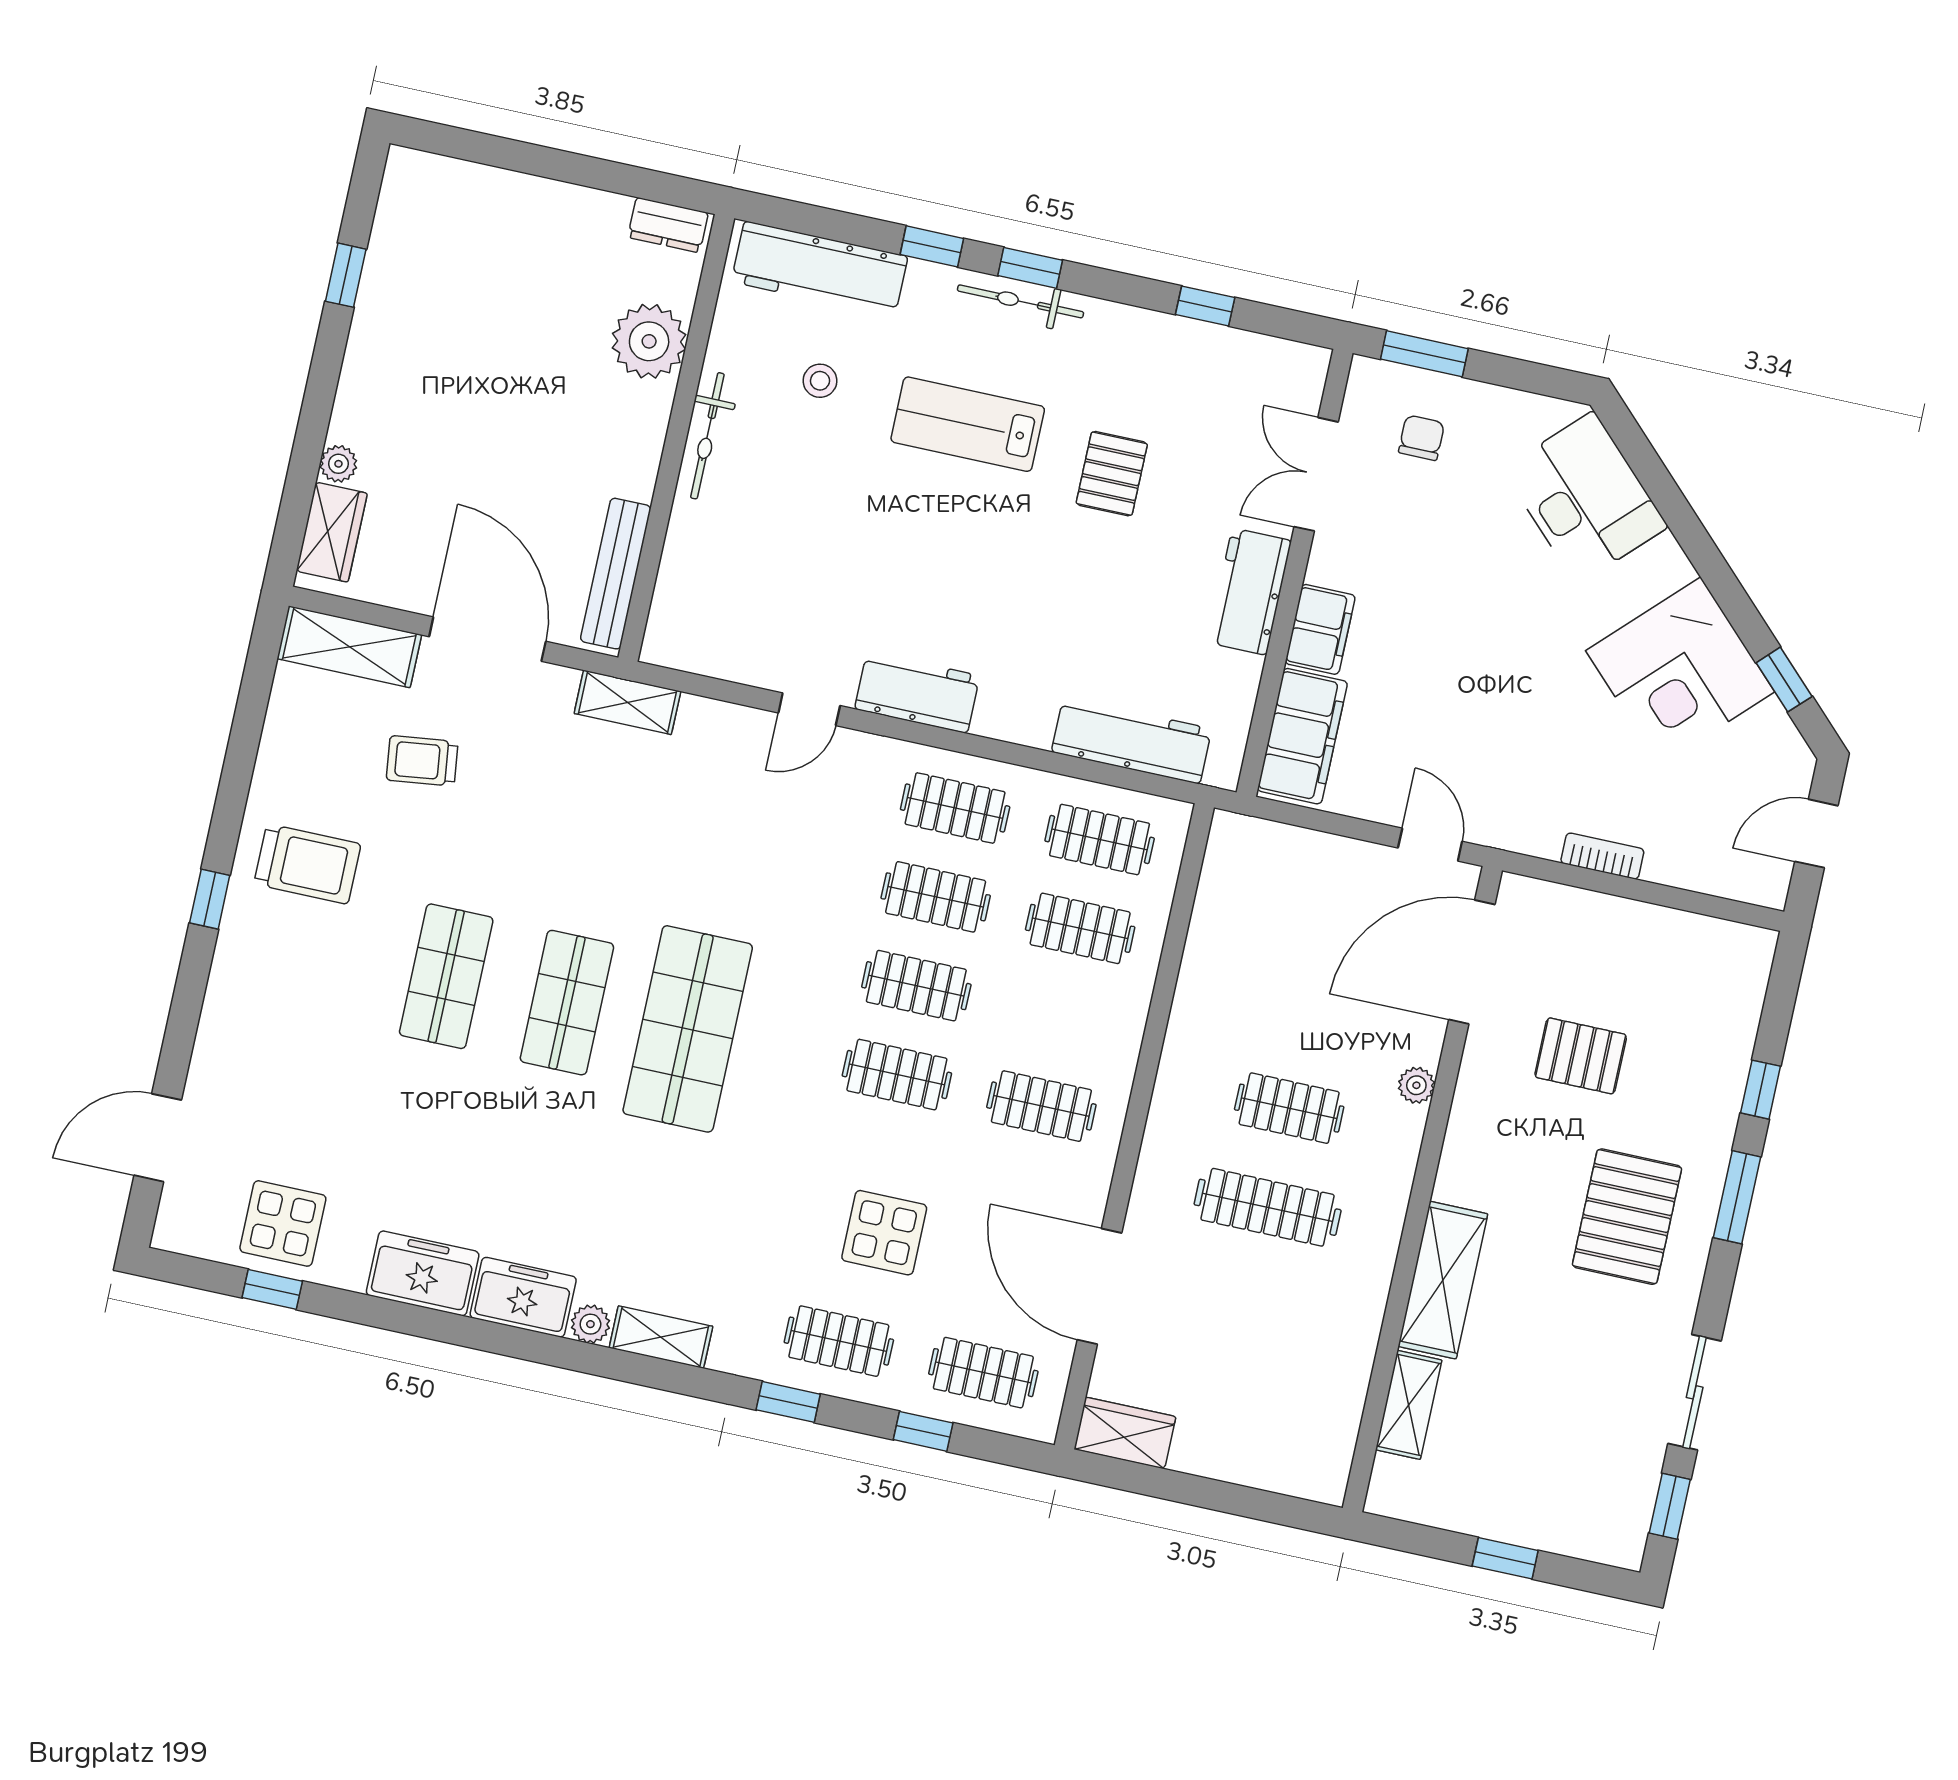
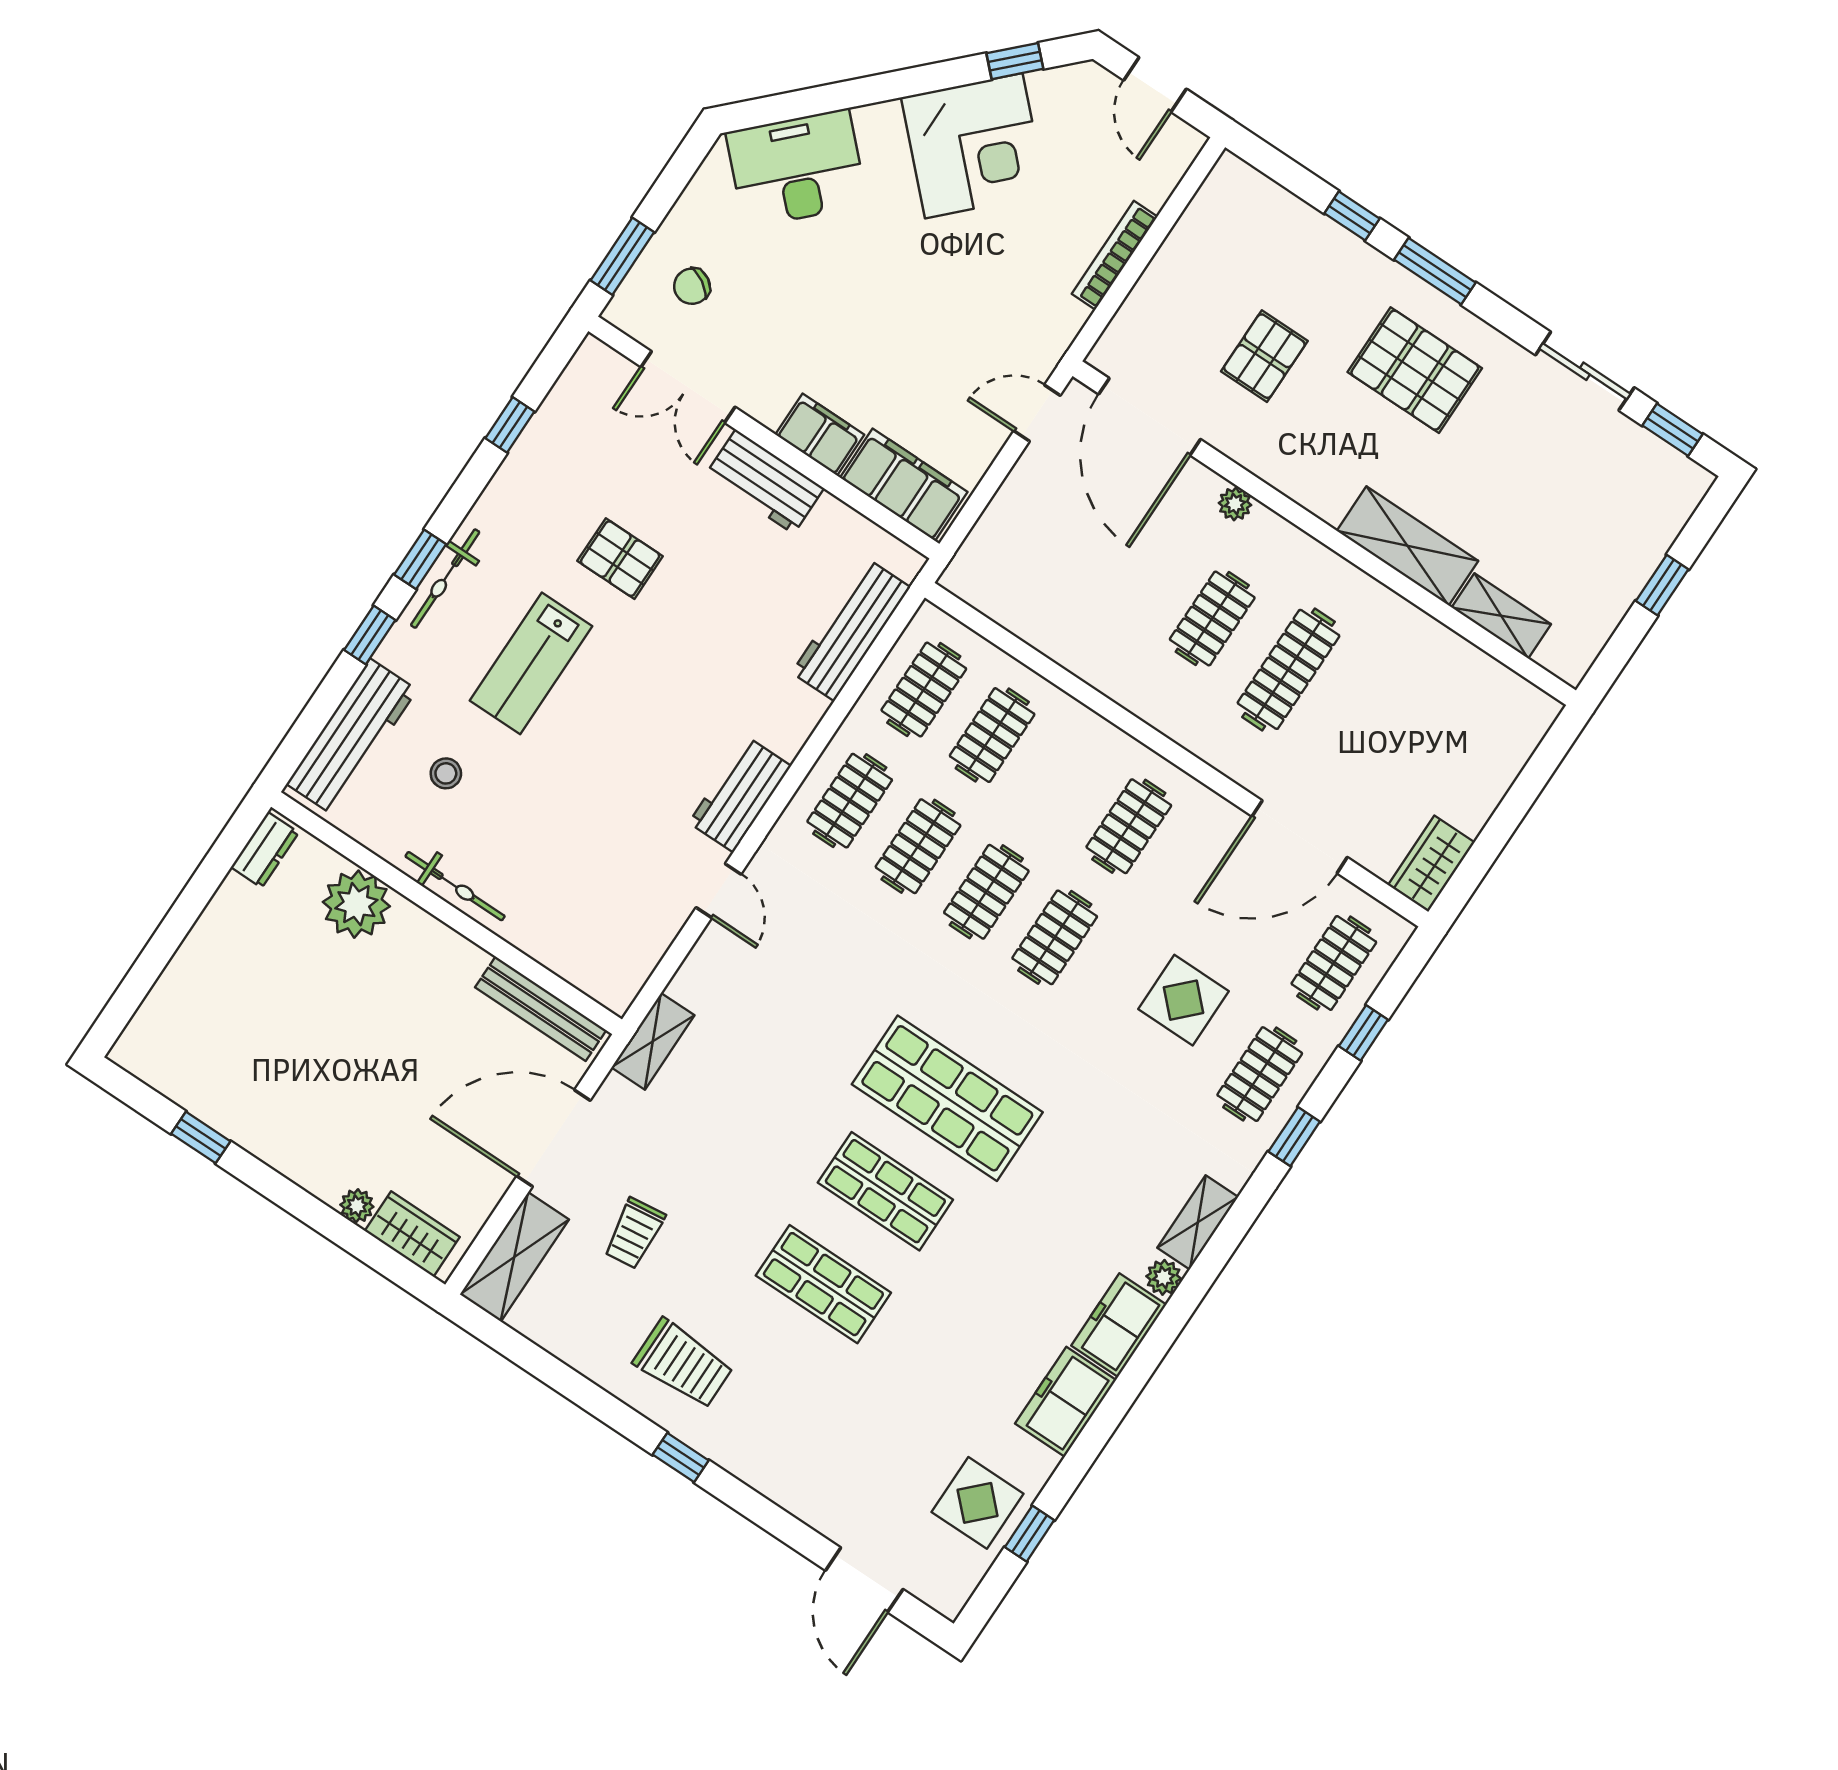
chair: (1421, 438) -> (692, 286), turned -59
bookcase: (1602, 856) -> (1115, 255), width x1.56
trolley: (307, 864) -> (683, 1364), turned 90

